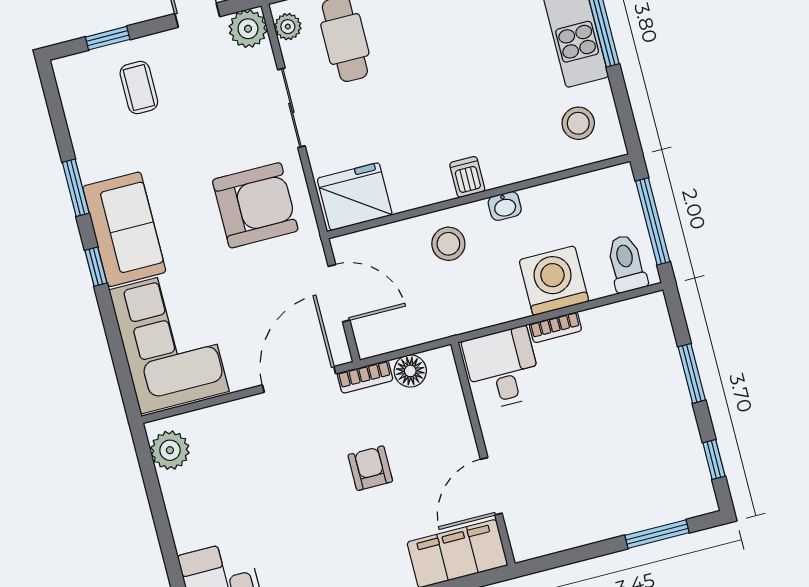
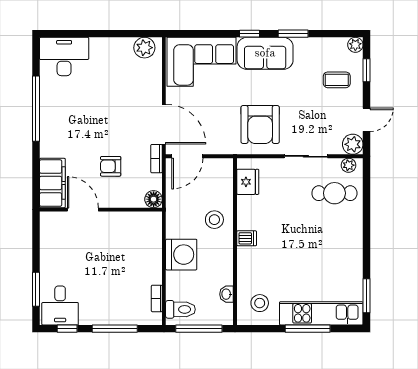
plant: (67, 70) -> (355, 45), added
fridge: (355, 197) -> (248, 182), width x0.73, depth x0.75
washbasin: (505, 206) -> (227, 294), moved
washing machine: (554, 281) -> (181, 255), moved
door: (339, 293) -> (187, 156), moved
bookcase: (555, 327) -> (157, 298), moved
desk: (502, 368) -> (60, 306), moved, turned 90
floor lamp: (410, 371) -> (154, 199), moved
window: (692, 373) -> (115, 329), width x1.44
armchair: (370, 468) -> (111, 166), moved, turned 180

